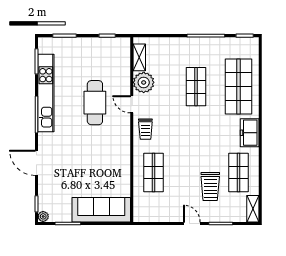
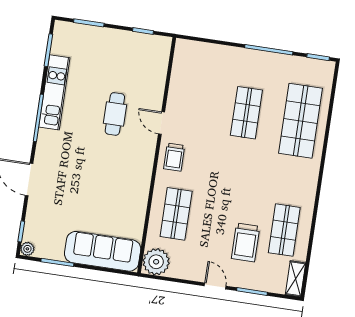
shelving: (139, 57) -> (180, 65), removed
plant: (144, 82) -> (156, 262), moved
kitchen unit: (46, 93) -> (54, 92), width x0.73
cafe table: (95, 103) -> (115, 114), width x0.73, depth x0.74
freezer: (250, 133) -> (306, 182), removed

